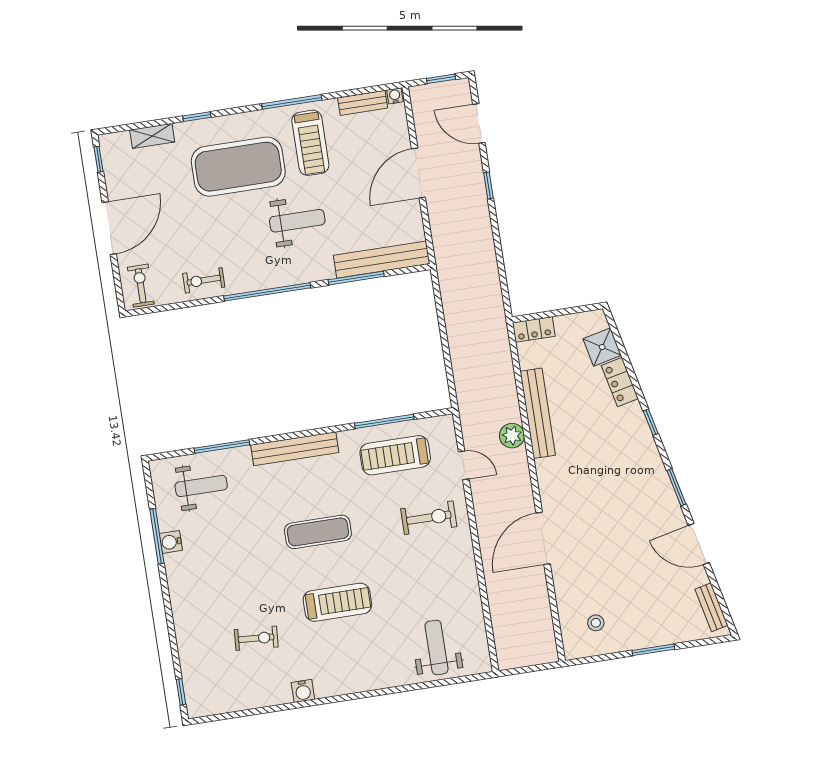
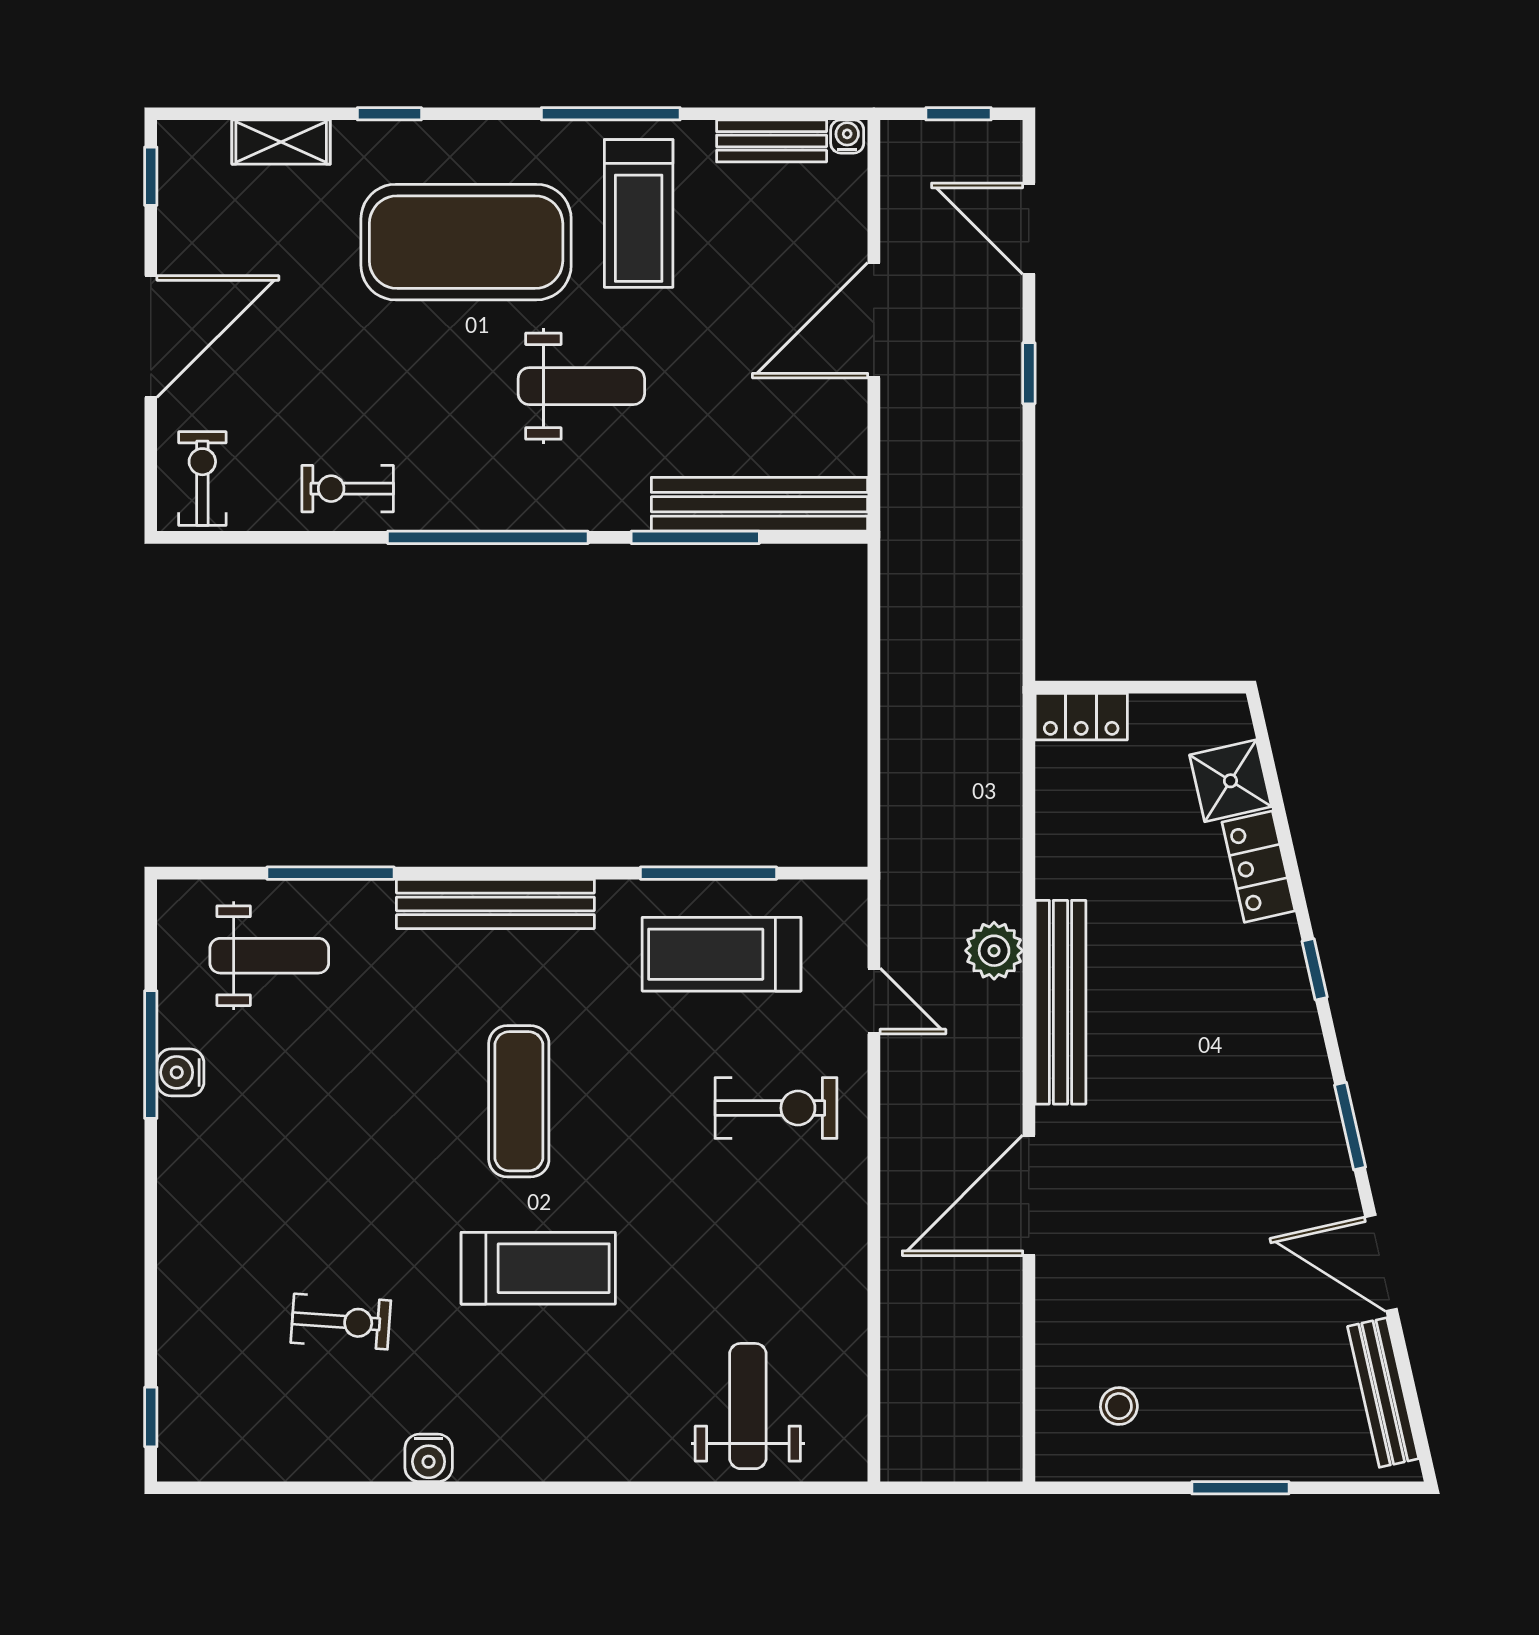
bench: (538, 413) -> (1060, 1002), moved
exercise mat: (318, 532) -> (519, 1101), turned 90
bench: (711, 607) -> (1383, 1392), width x1.36

